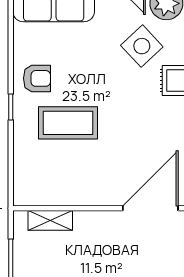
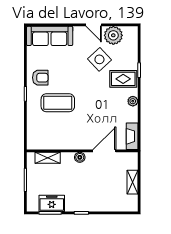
door: (150, 208) -> (104, 151), width x0.73
boiler: (107, 219) -> (80, 157), added

